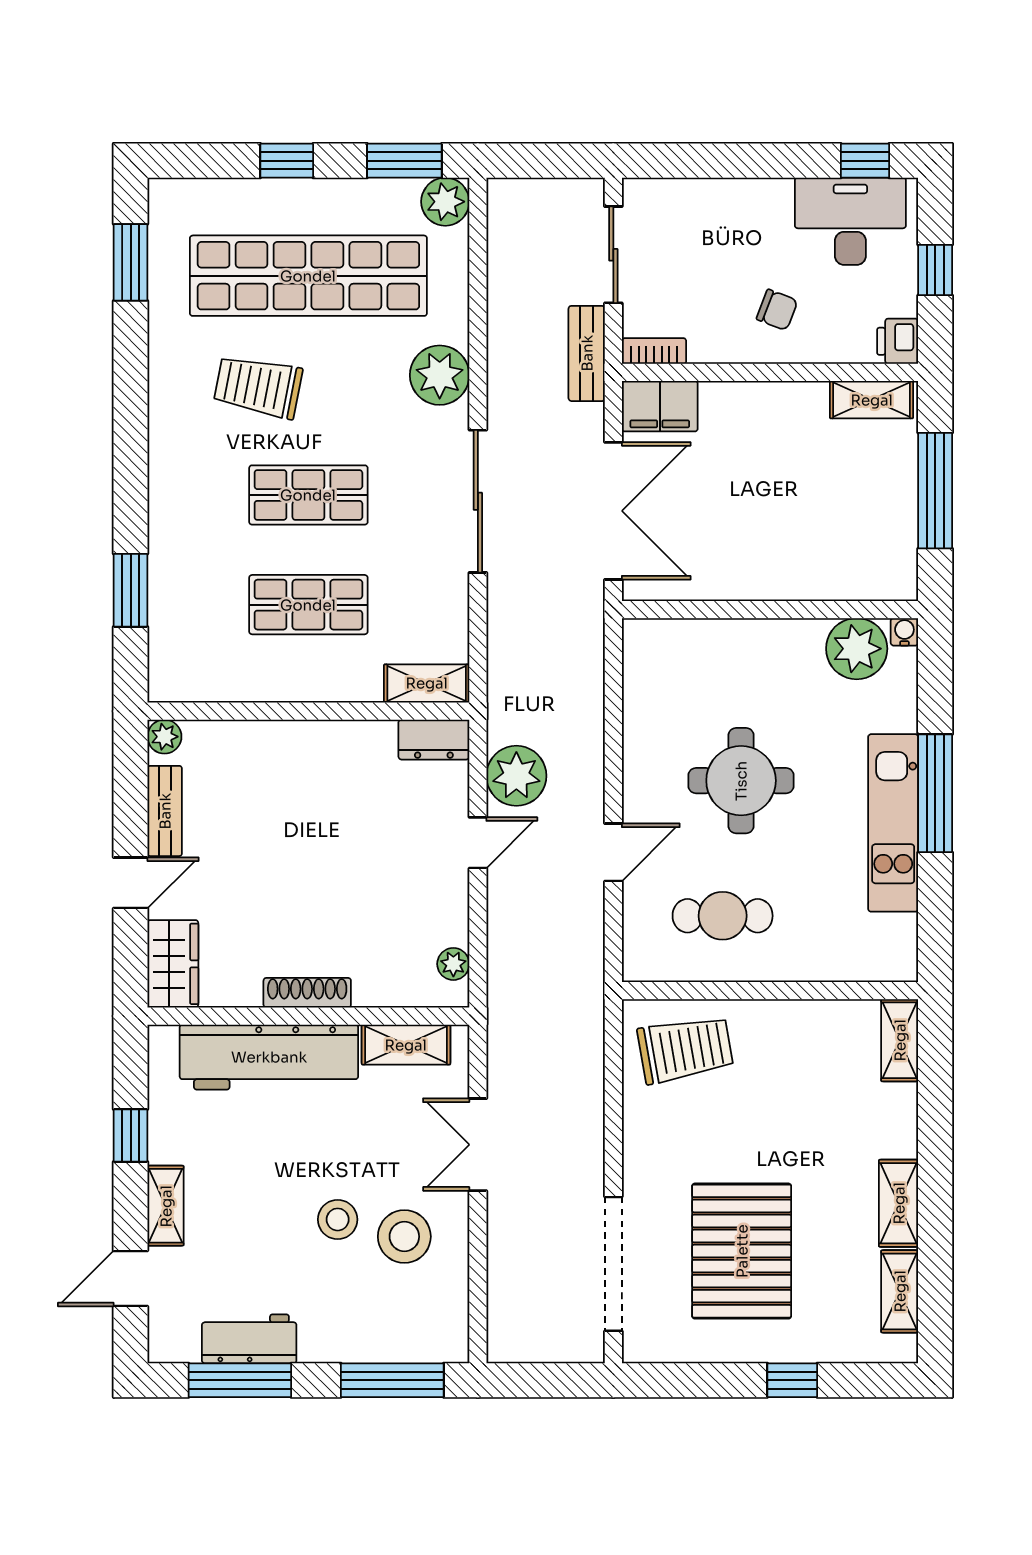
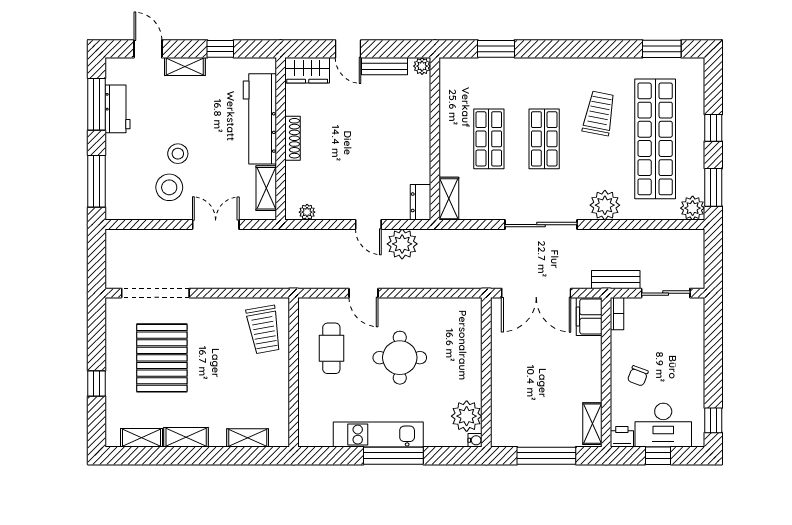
desk: (850, 221) -> (663, 425), moved, turned 90
shelving: (900, 1040) -> (248, 438), moved
pallet: (742, 1251) -> (162, 358), turned 90

